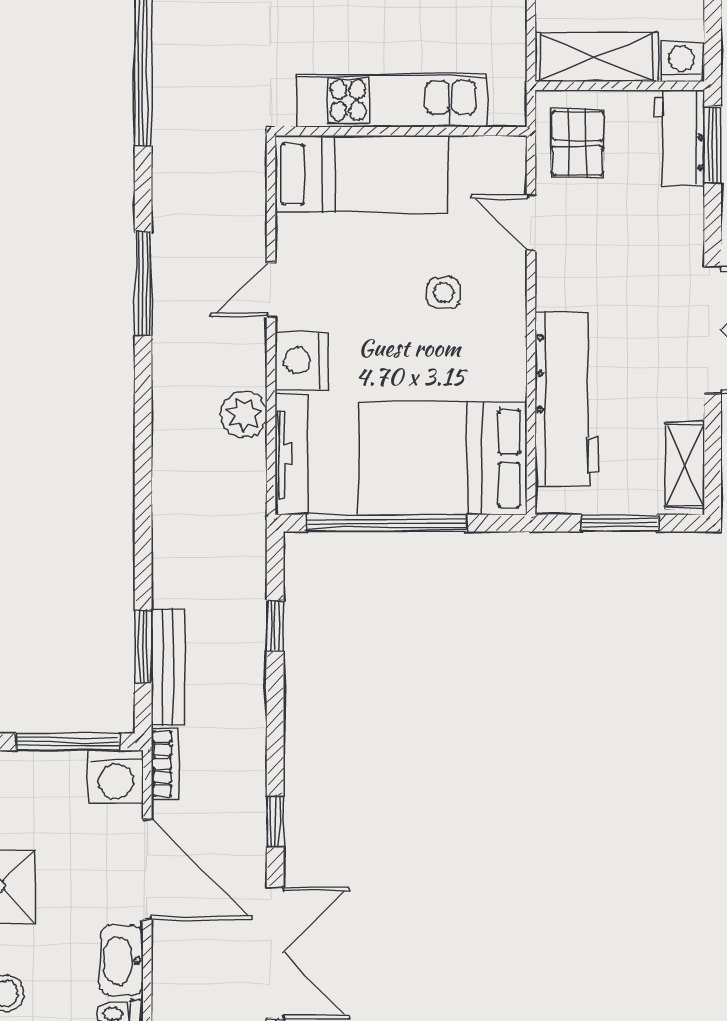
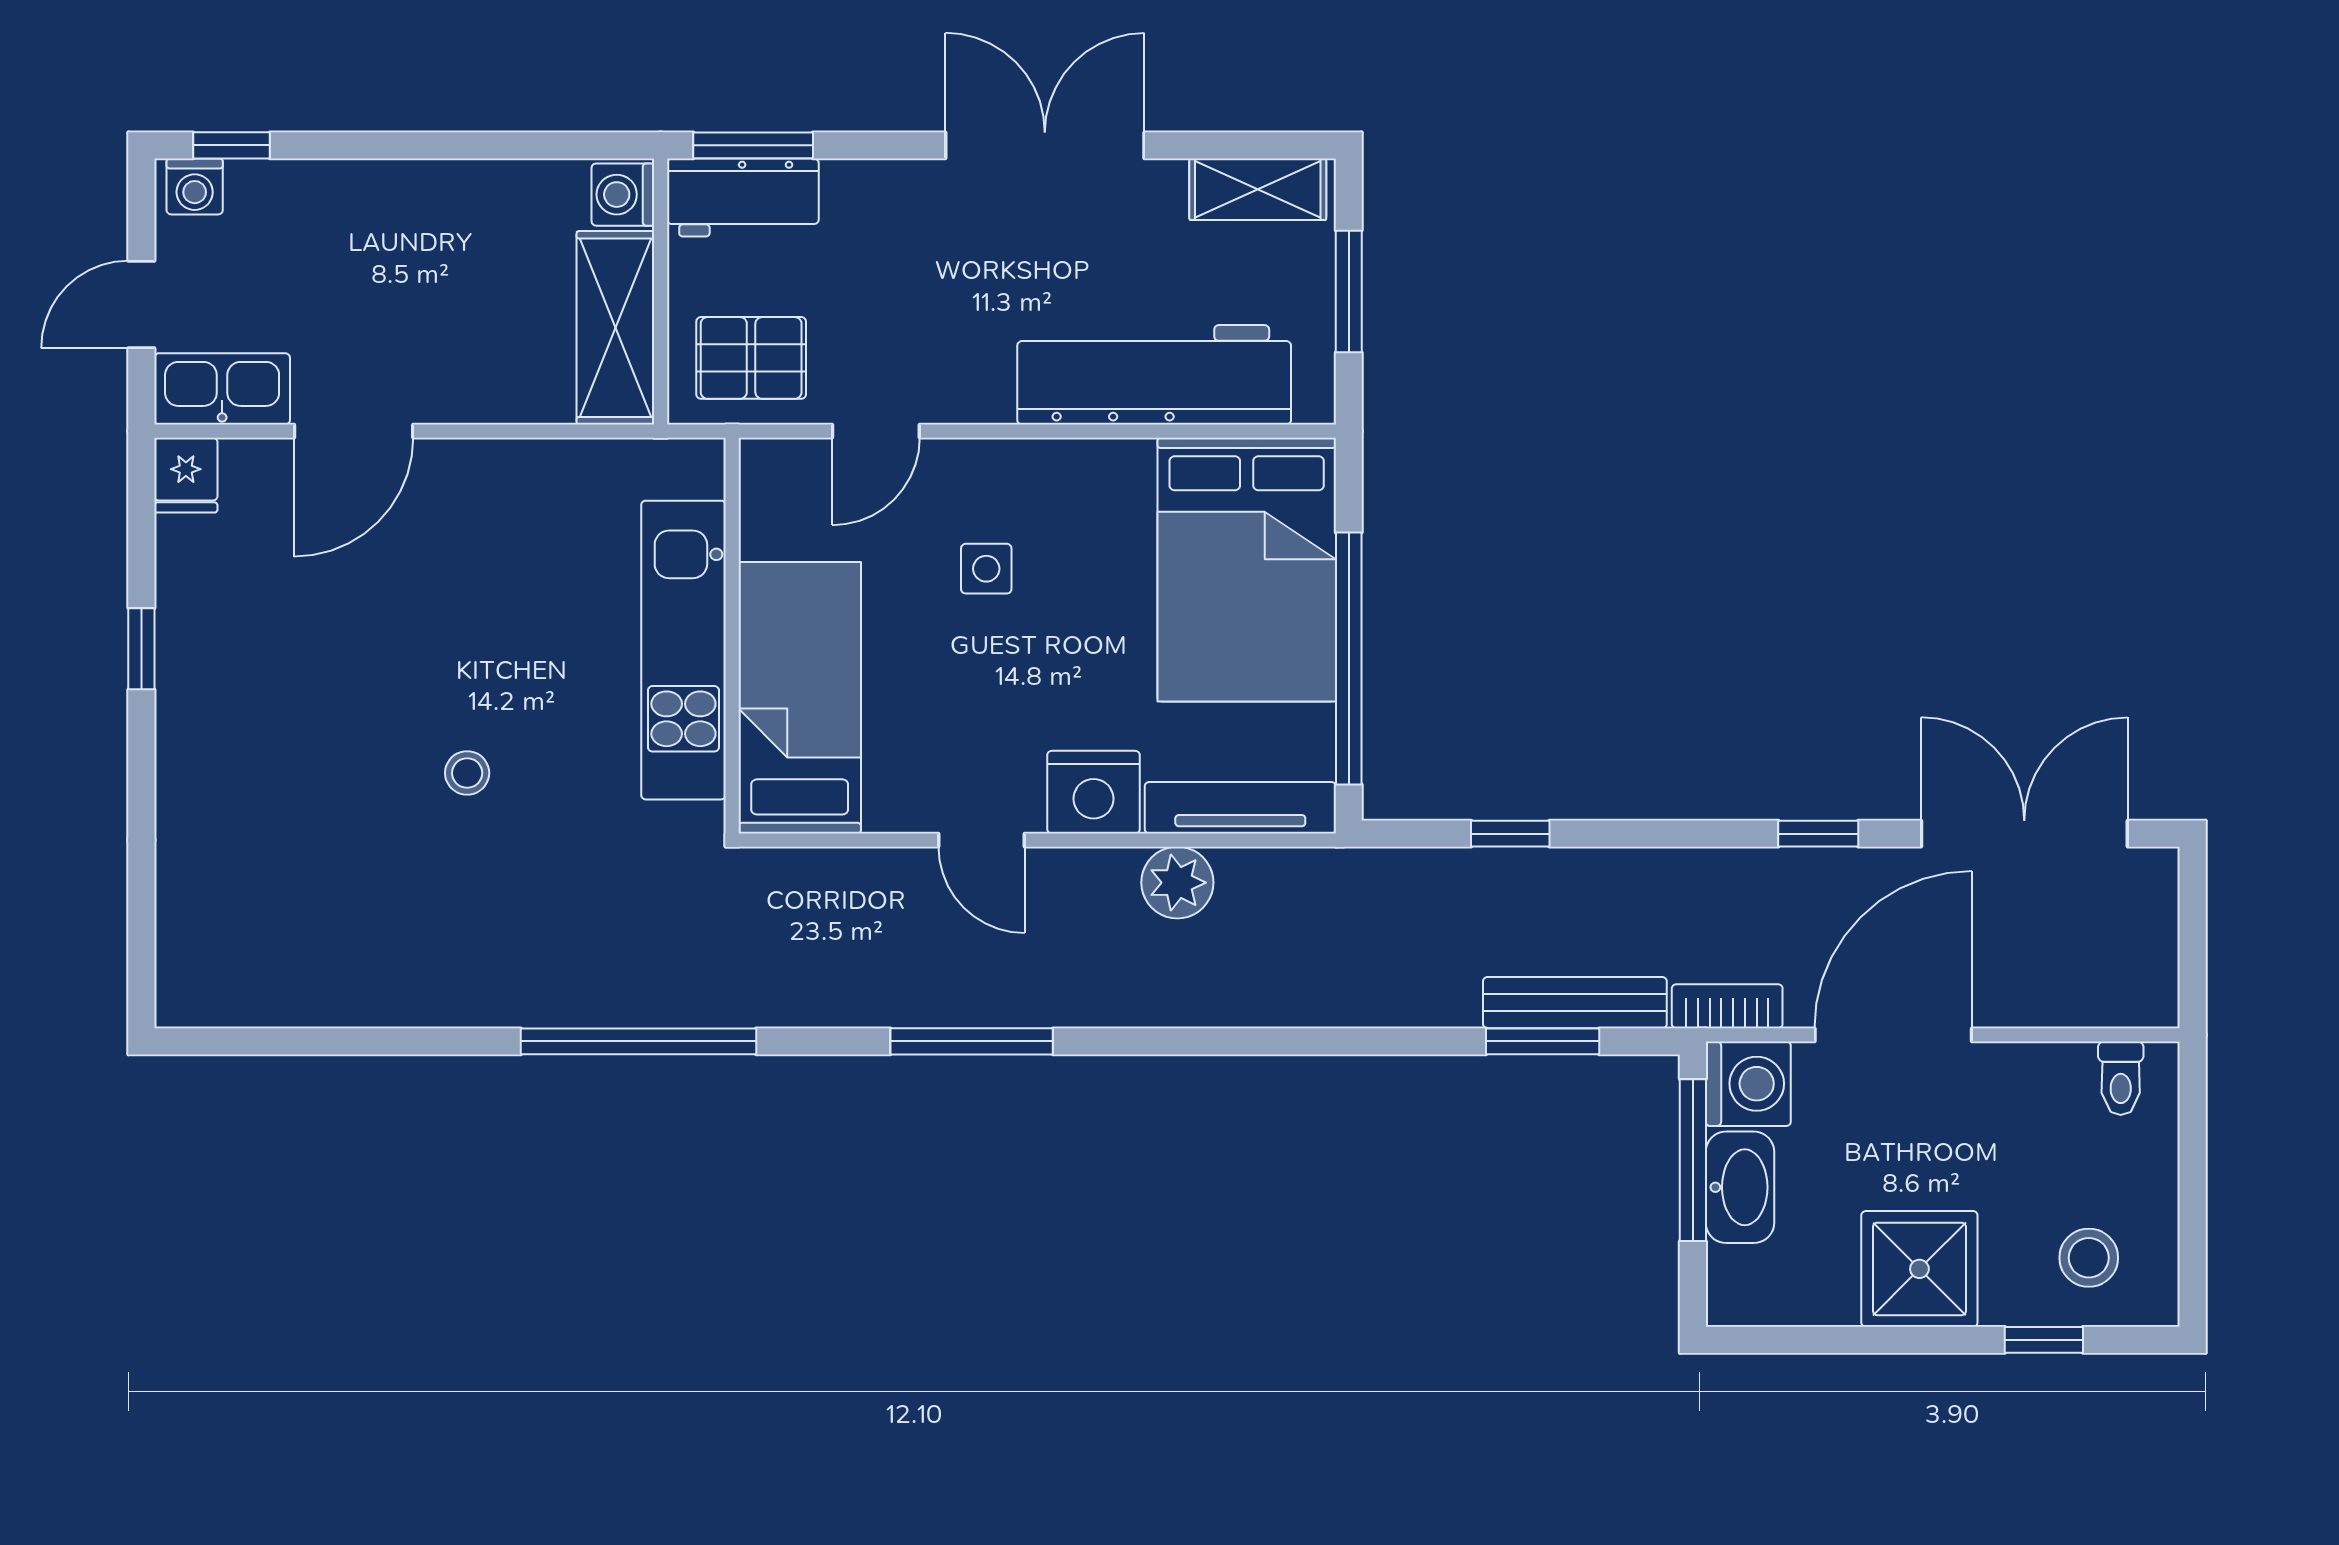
washbasin: (121, 961) -> (1740, 1187), moved, turned -90

